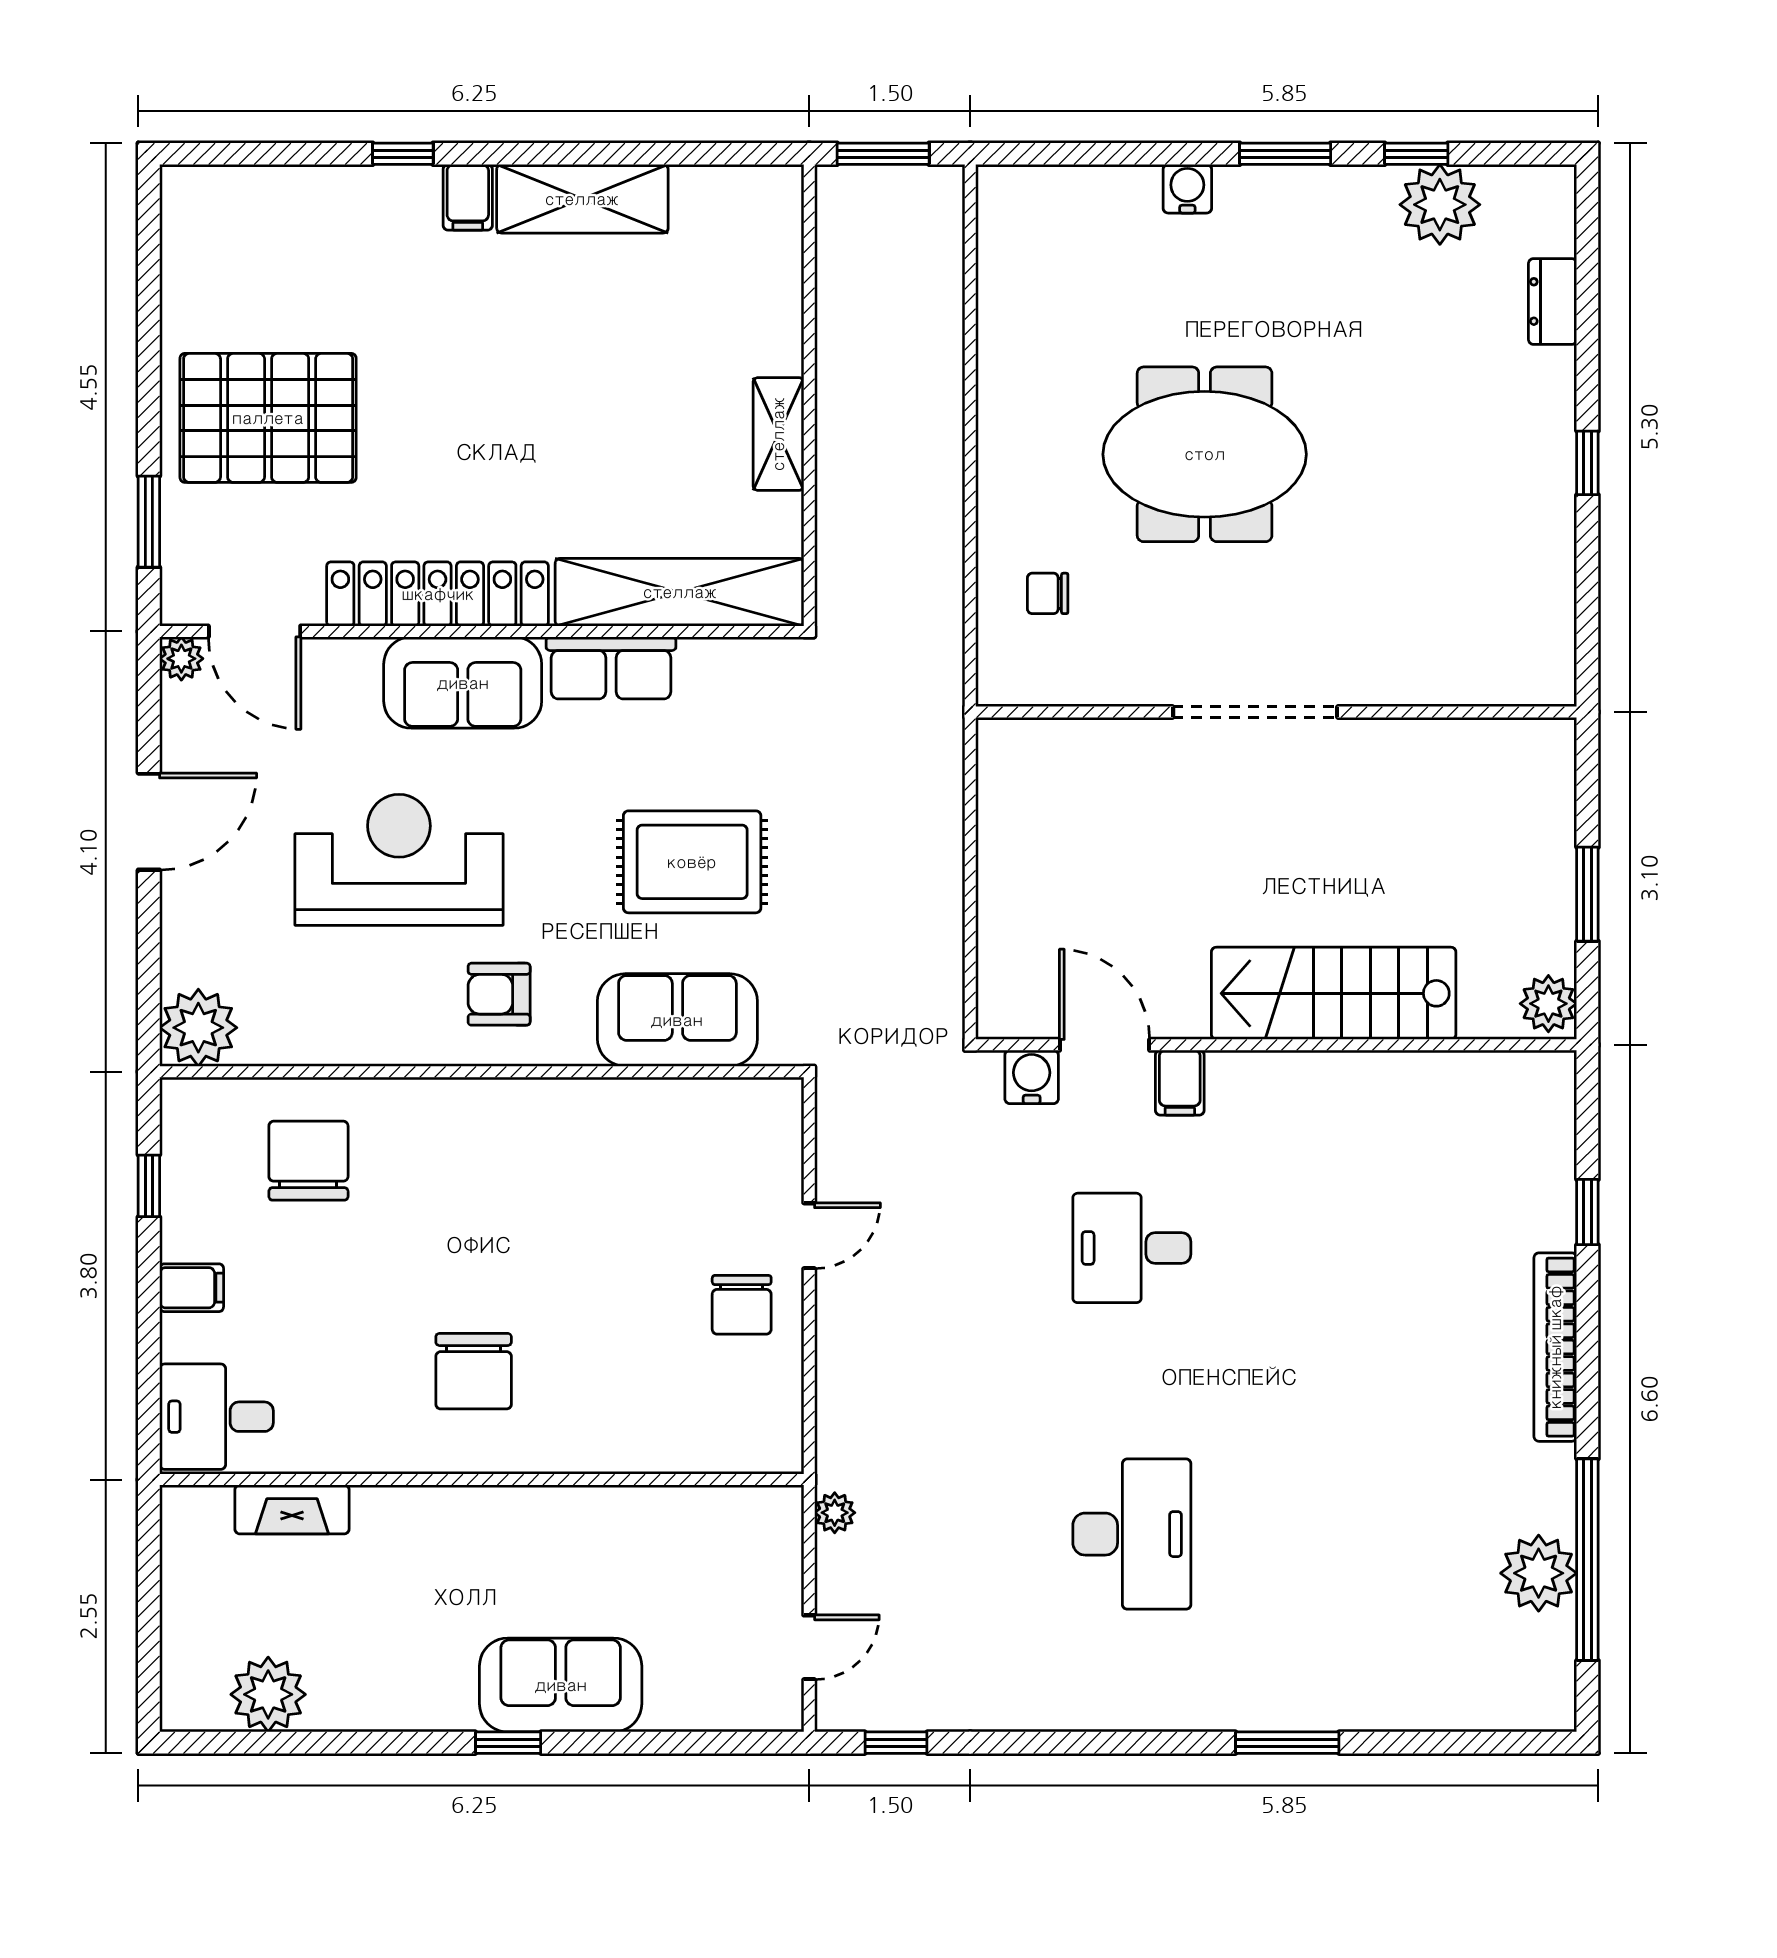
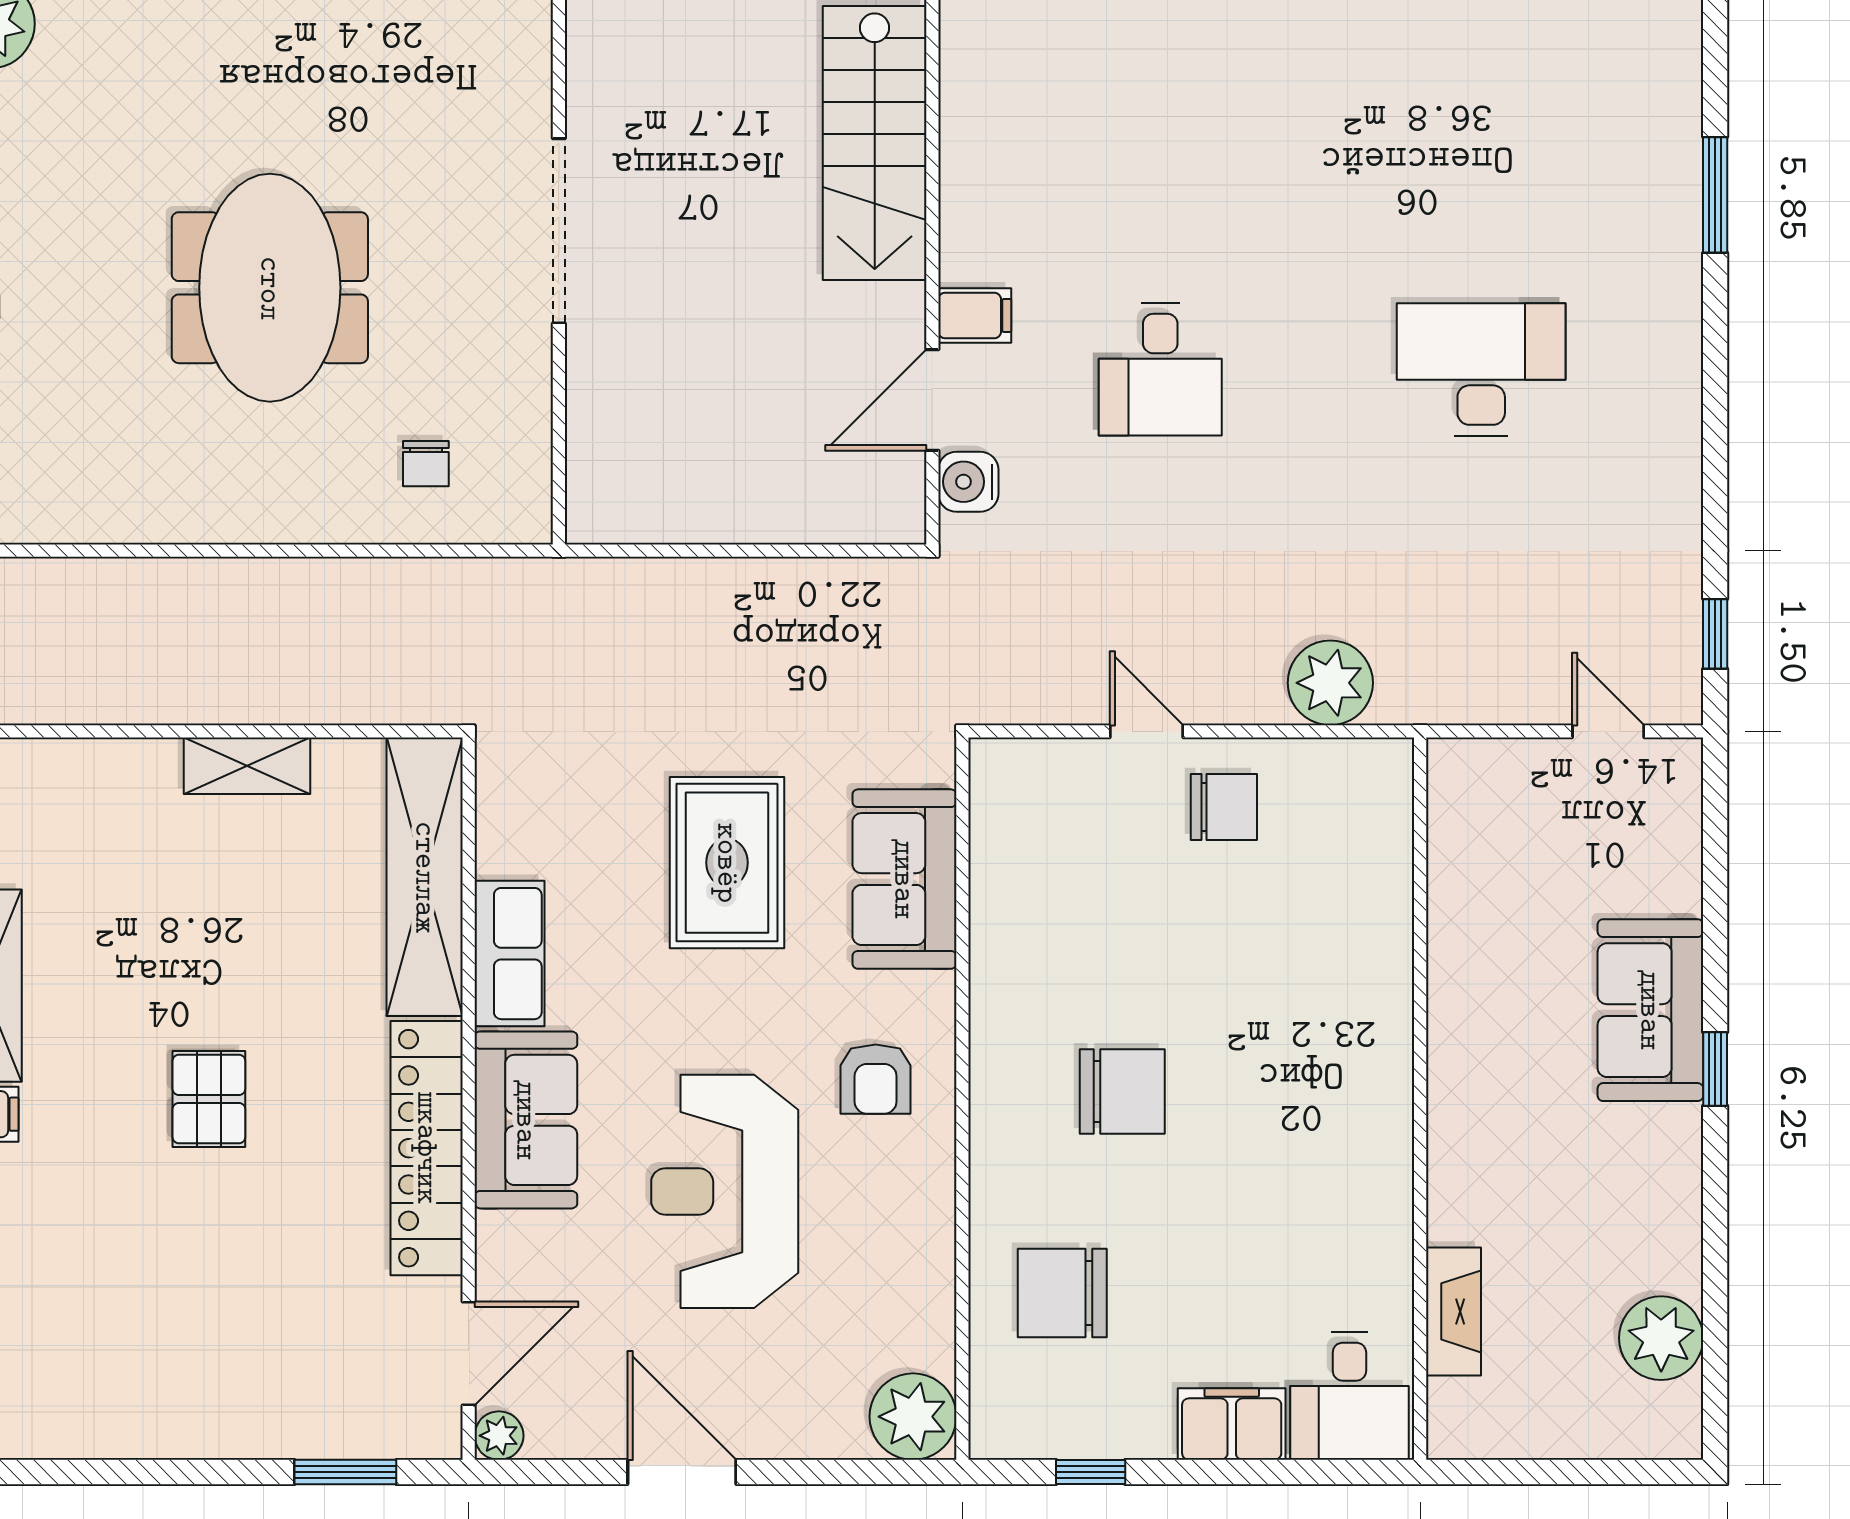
pallet: (268, 418) -> (209, 1099), moved, width x0.49, depth x0.50
filing cabinet: (192, 1288) -> (1232, 1424), width x2.00
chair: (474, 1371) -> (1122, 1092), moved
plant: (835, 1513) -> (1330, 683), moved, width x1.88, depth x1.88

